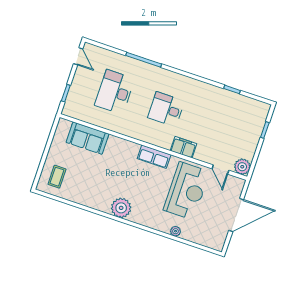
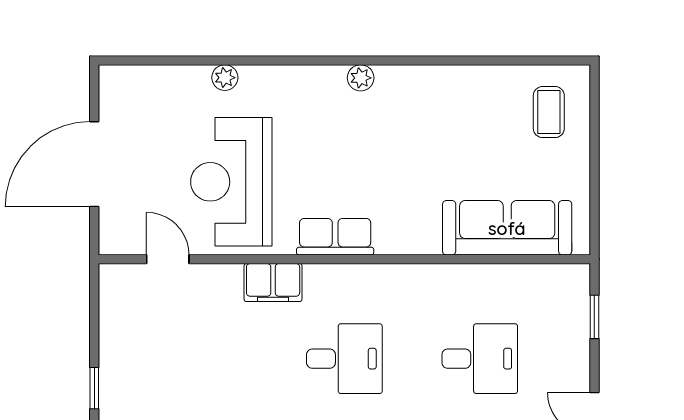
desk: (115, 92) -> (480, 359), width x0.73
sofa: (88, 138) -> (507, 228), width x1.36
plant: (242, 167) -> (118, 283), removed
plant: (121, 208) -> (361, 78), width x0.53, depth x0.53

